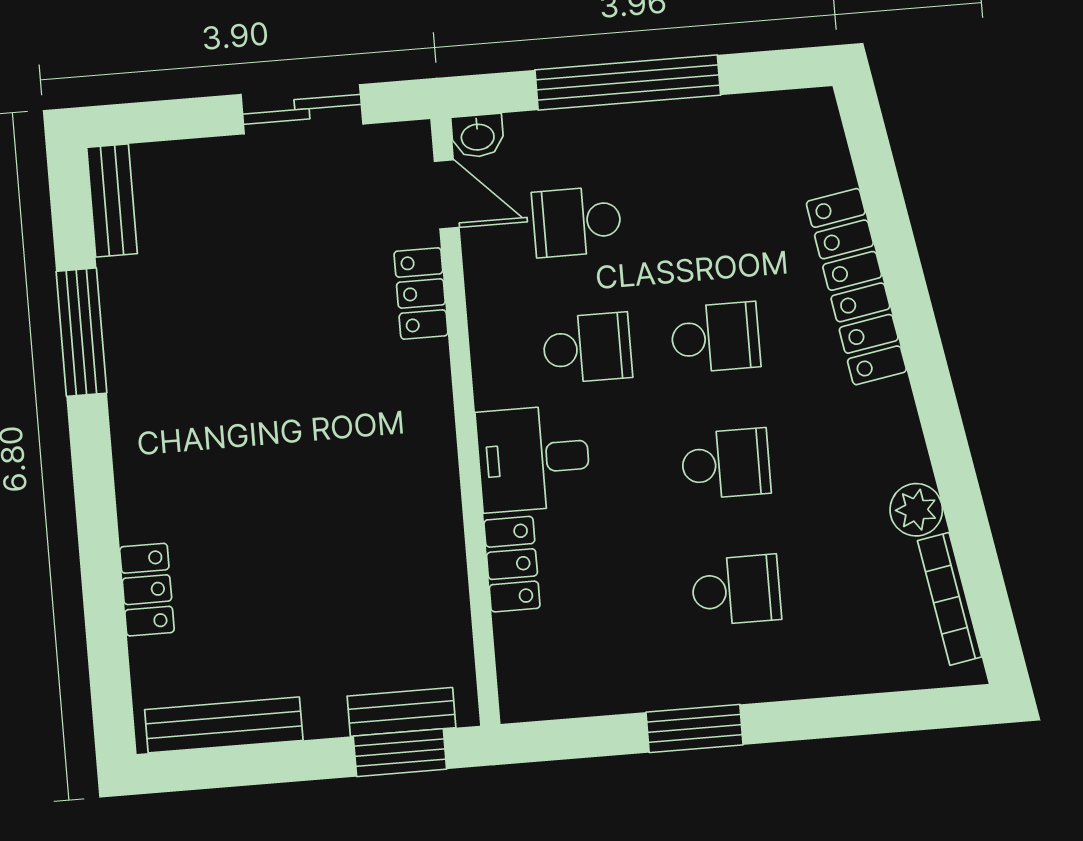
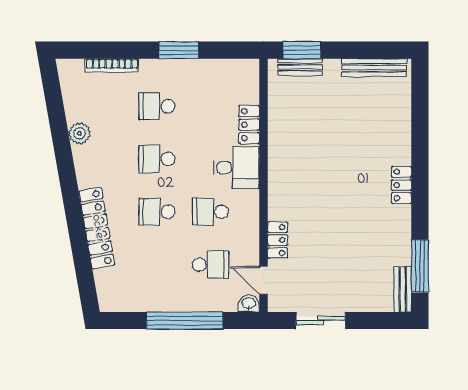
window: (81, 332) -> (420, 266), moved
locker: (147, 590) -> (401, 185), moved
bookcase: (950, 599) -> (112, 65), moved, turned 100

